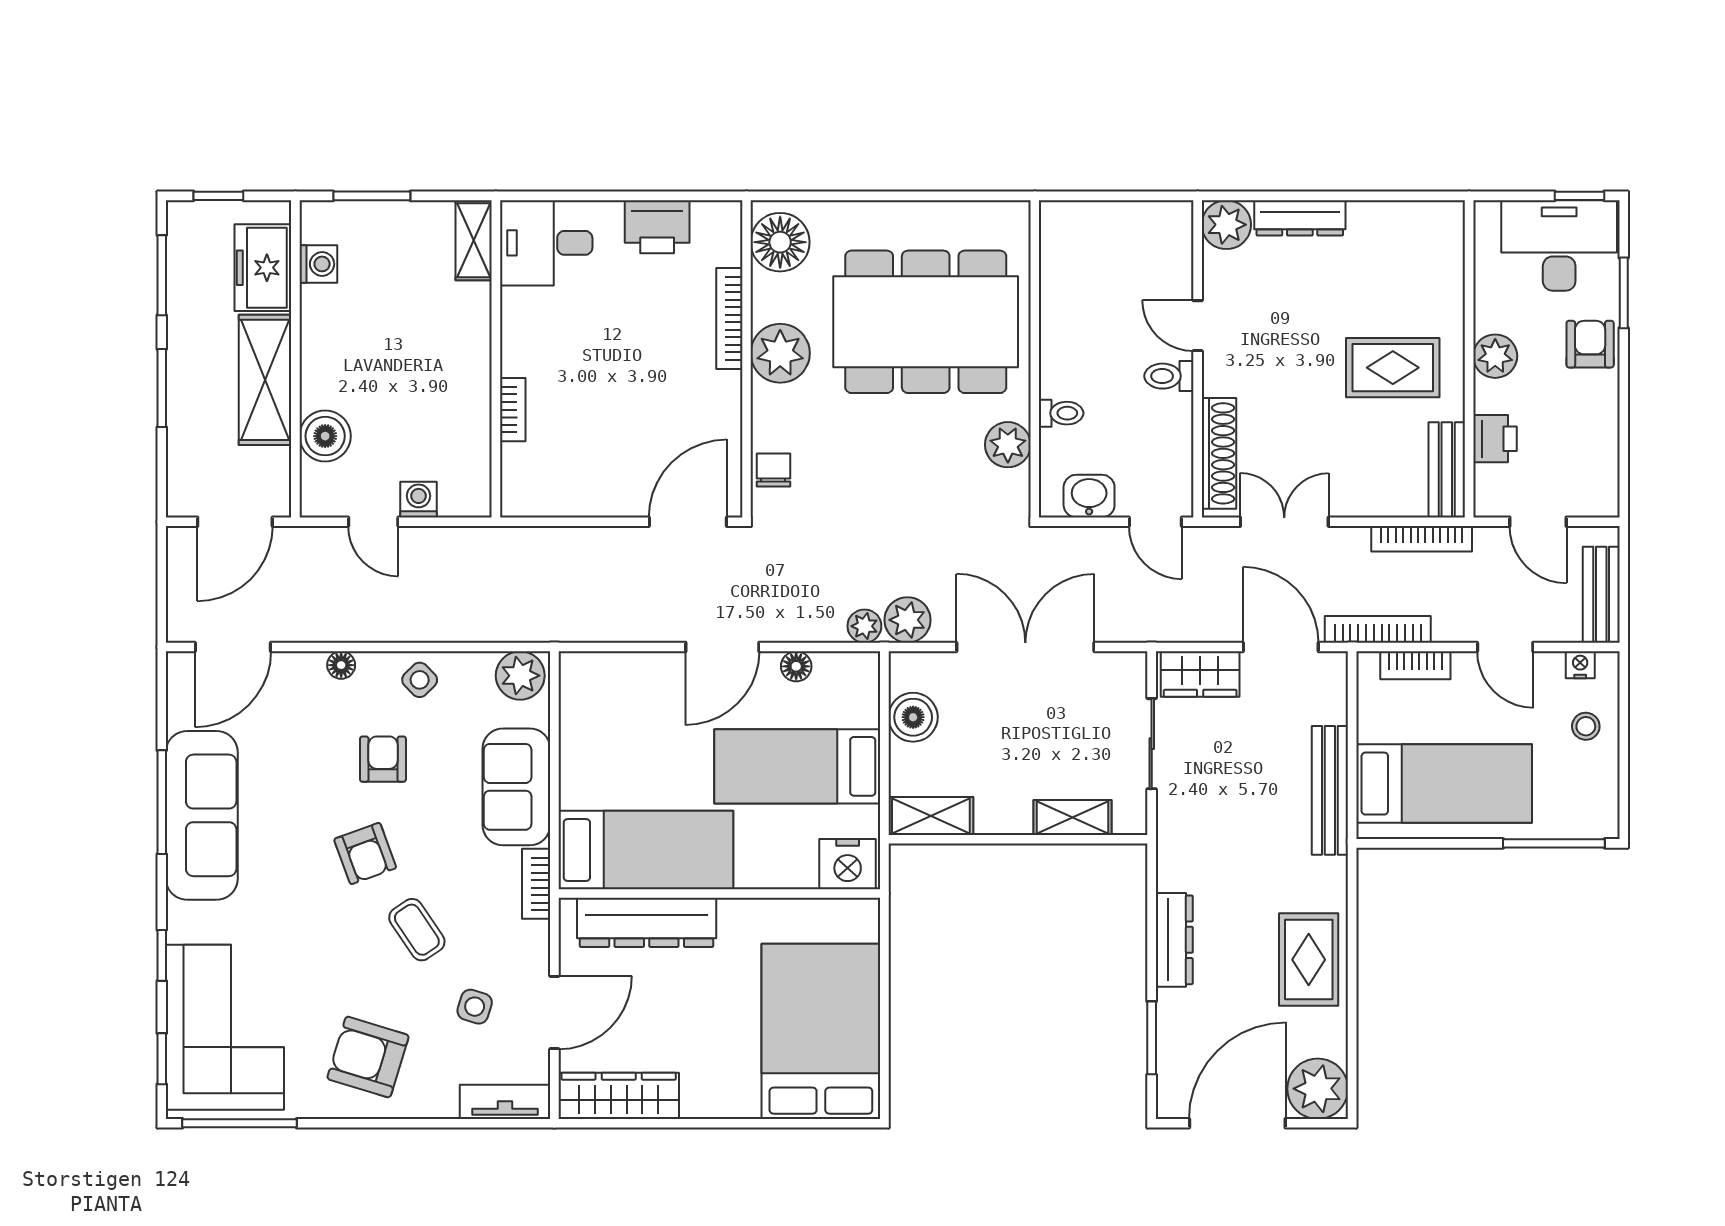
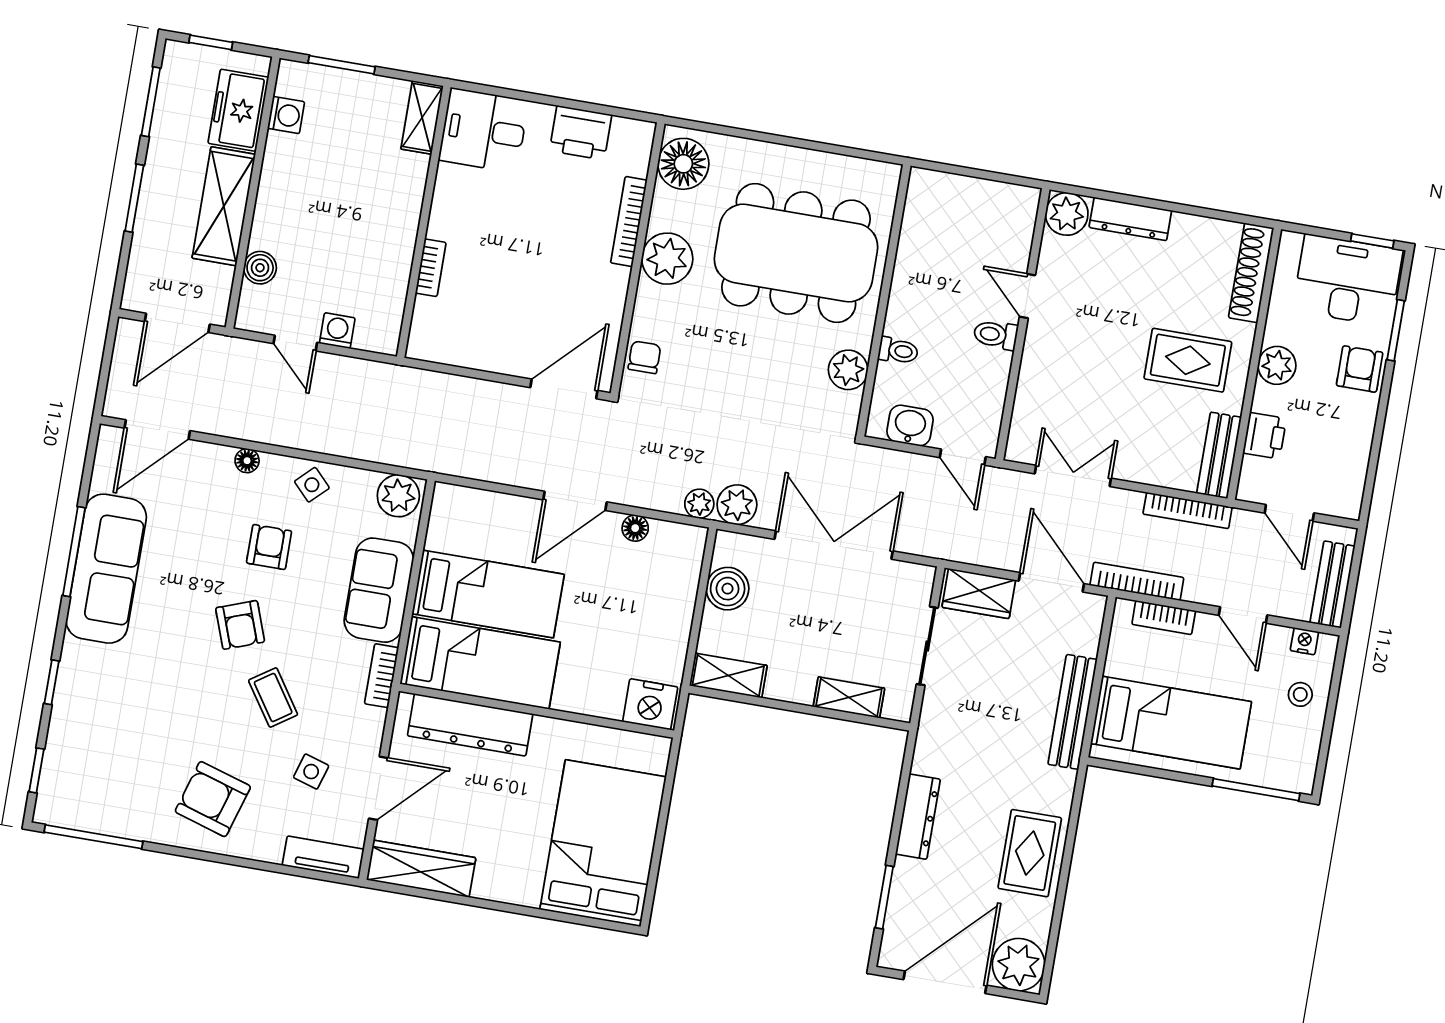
boiler: (325, 436) -> (260, 268), width x0.73, depth x0.73
shoe rack: (1219, 453) -> (1251, 273), moved, turned 180
bed: (797, 766) -> (488, 594), moved, turned 180
corner sofa: (225, 1027) -> (95, 753), removed

